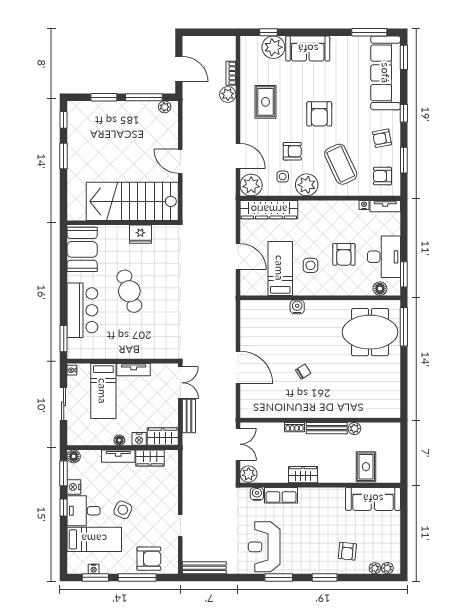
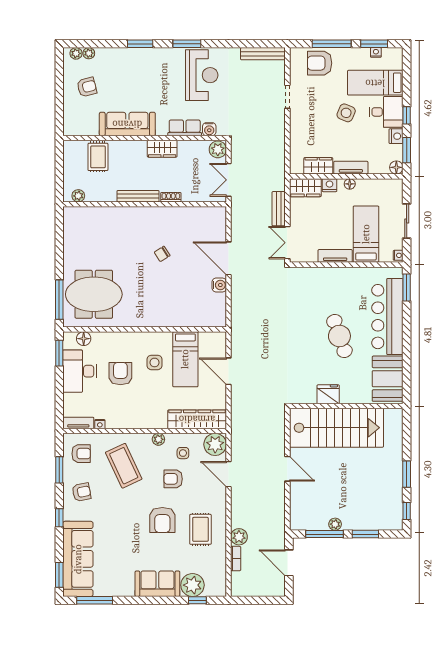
plant: (165, 107) -> (335, 524), moved
armchair: (319, 114) -> (162, 520), moved, turned 180
plant: (307, 185) -> (158, 439), width x0.53, depth x0.53
water cooler: (297, 307) -> (219, 285), moved, turned -90
bar counter: (82, 310) -> (387, 317), width x1.36
plant: (354, 429) -> (78, 196), moved
sofa: (373, 499) -> (127, 124), moved
armchair: (347, 551) -> (87, 87), moved, turned 70

